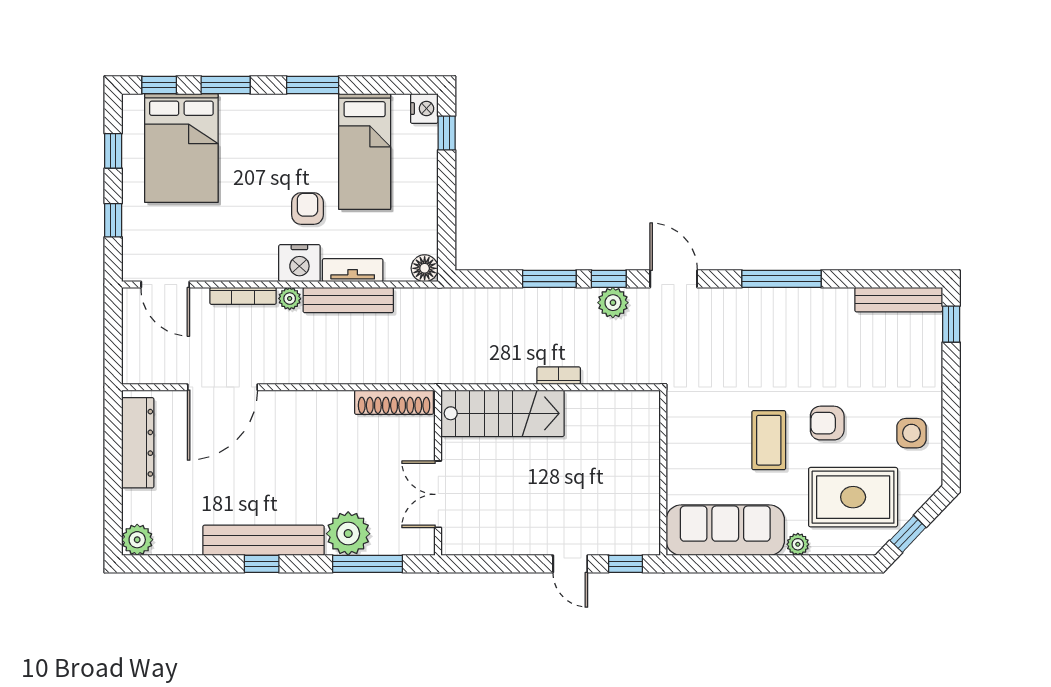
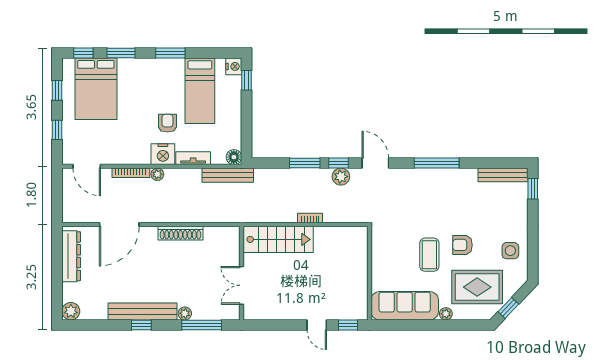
bench: (348, 300) -> (228, 175), moved
shoe rack: (394, 402) -> (180, 233), moved
plant: (348, 534) -> (185, 313), width x0.53, depth x0.53

